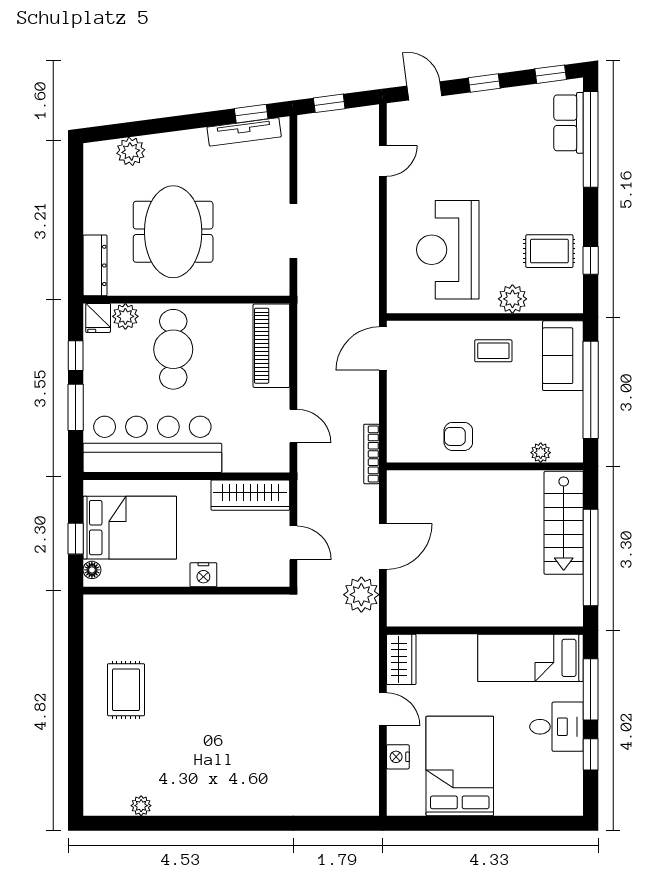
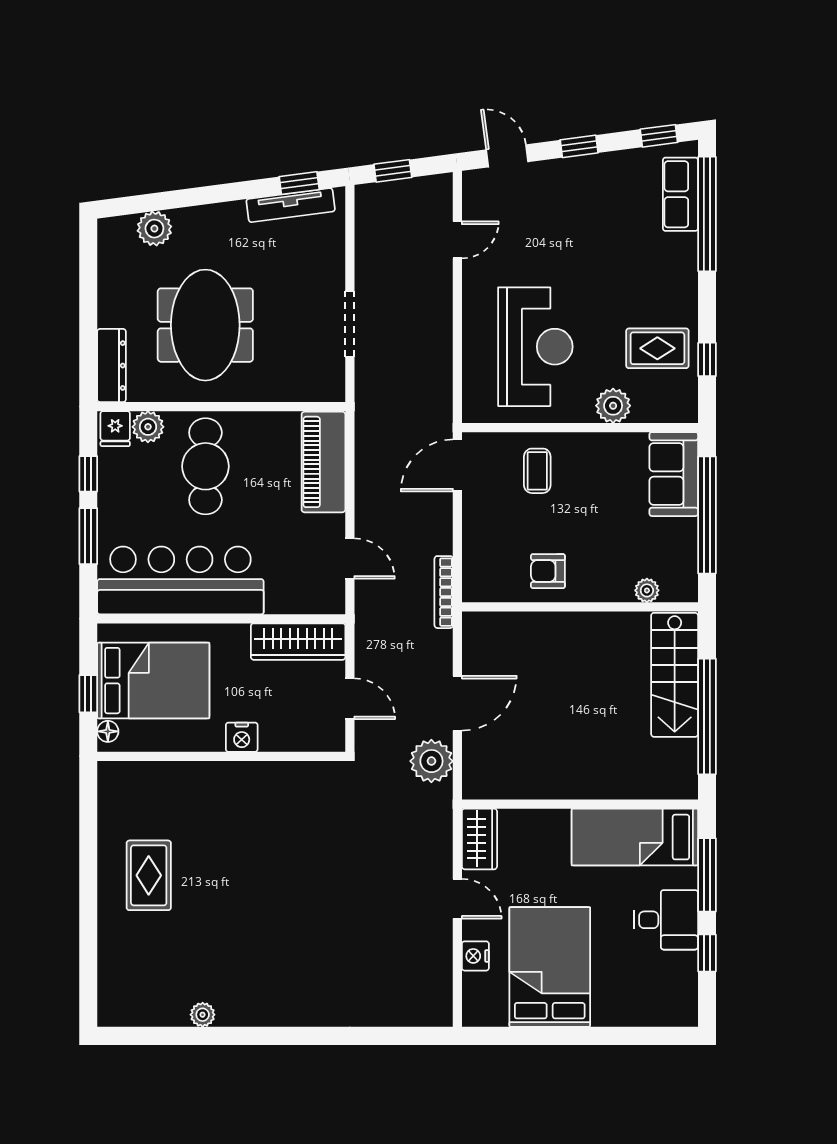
reception desk: (448, 250) -> (535, 347), turned 180
coffee table: (493, 351) -> (537, 471), moved, turned 90
plant: (141, 806) -> (203, 1015), moved

